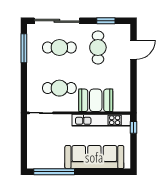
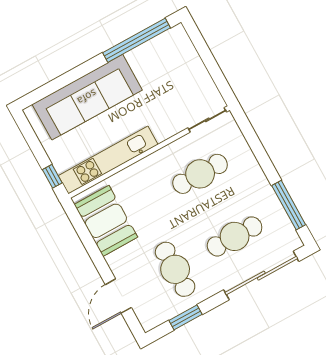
booth: (96, 100) -> (106, 221), moved, turned 90

